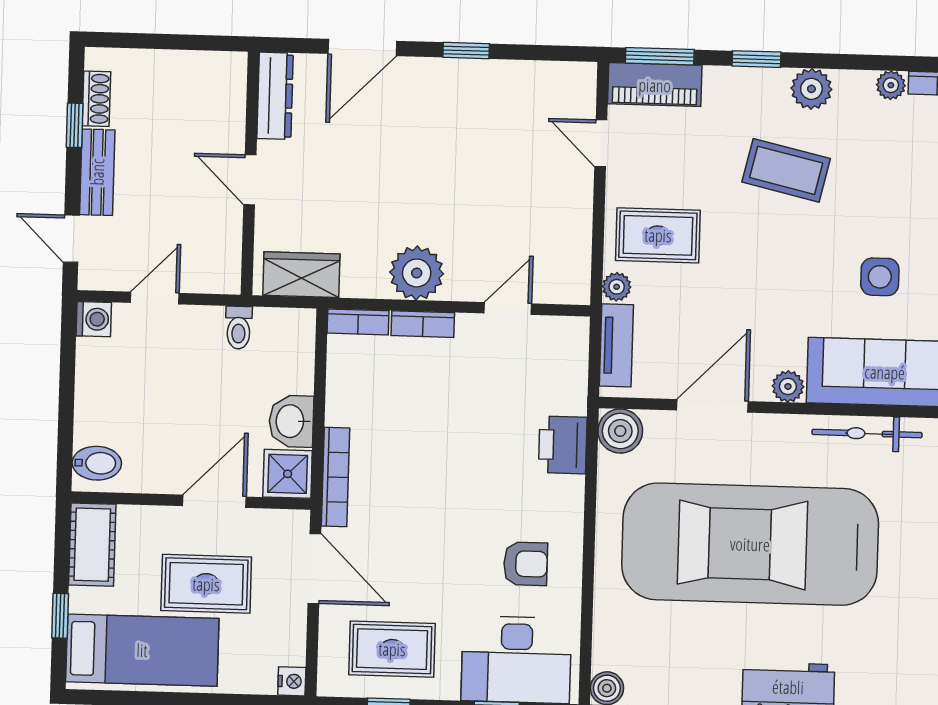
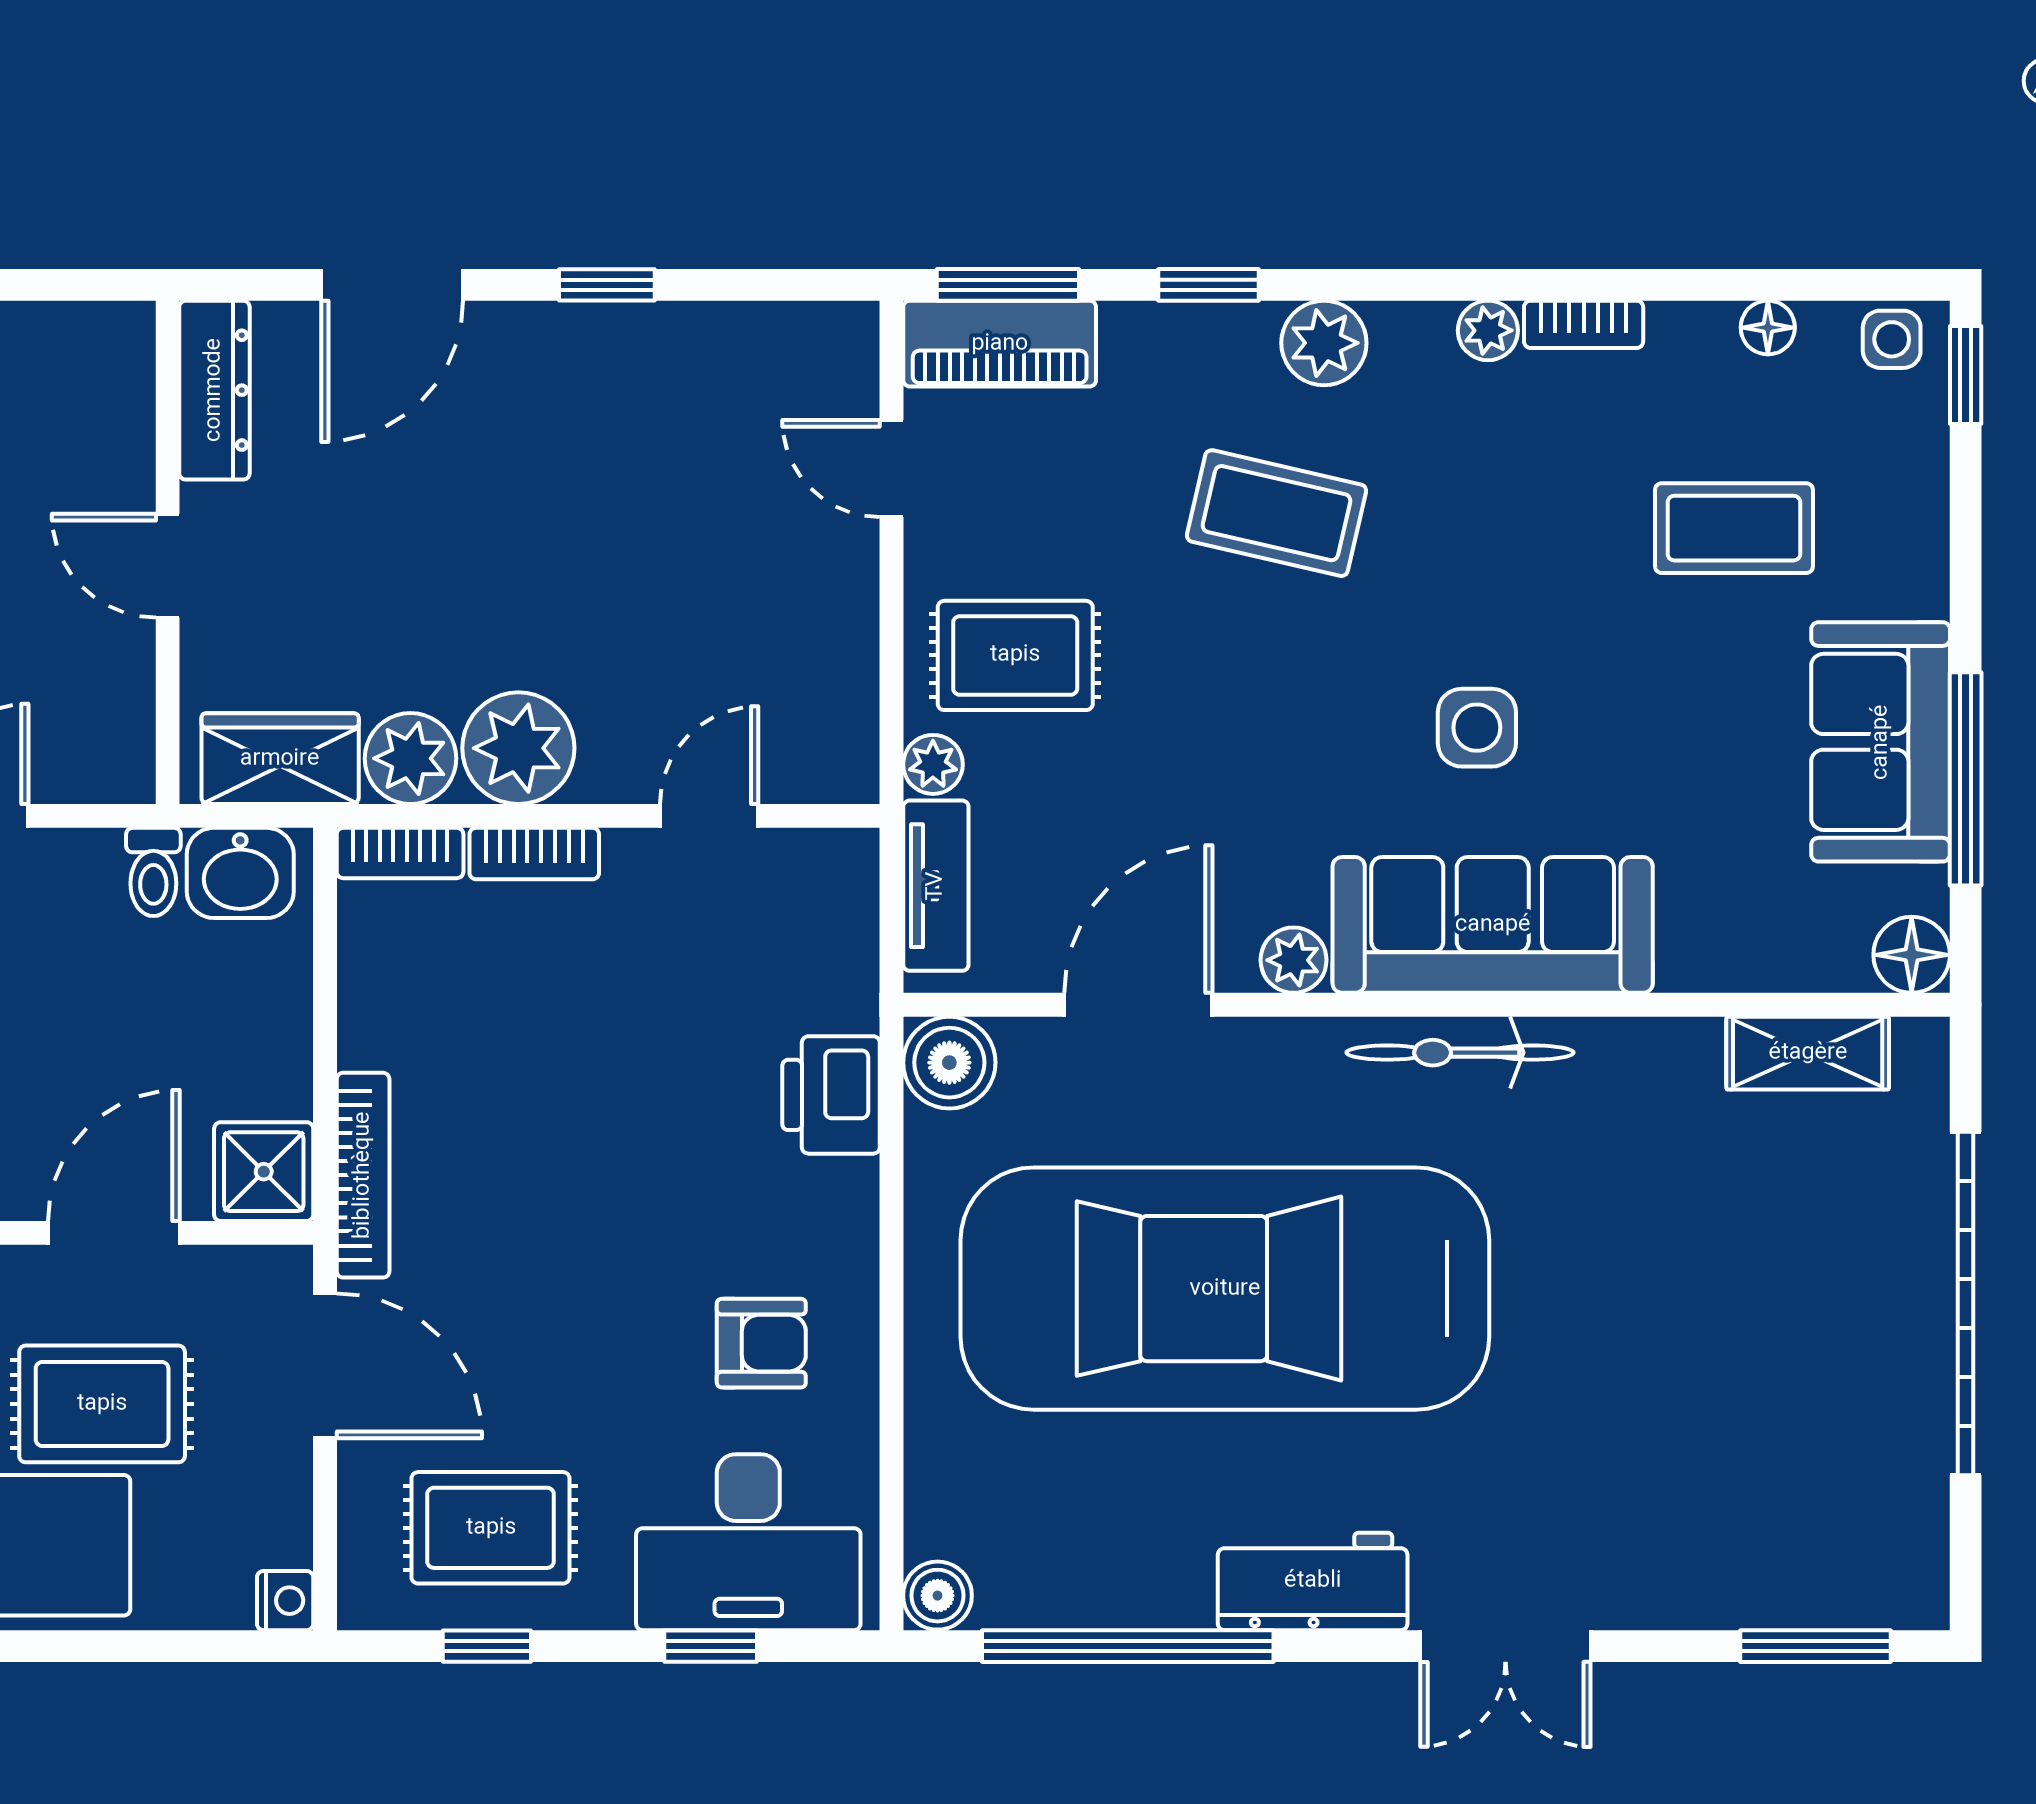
plant: (364, 276) -> (410, 758), added
washbasin: (291, 421) -> (240, 873), moved, turned -90

